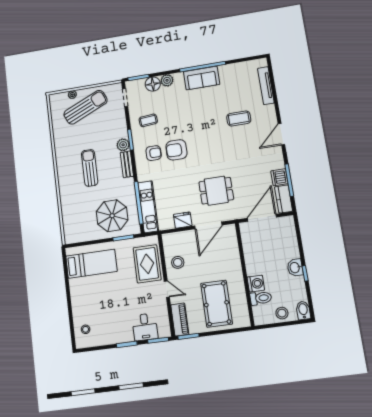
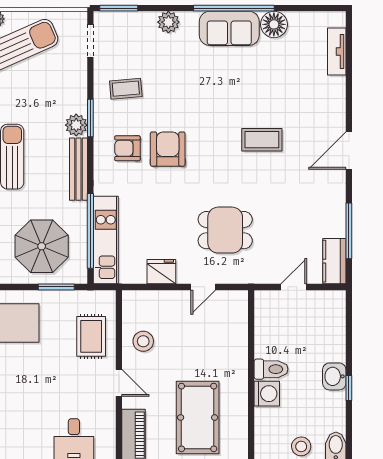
floor lamp: (153, 84) -> (274, 24), moved
tv unit: (266, 86) -> (337, 52), width x0.71
coffee table: (239, 118) -> (262, 140), moved
armchair: (176, 150) -> (168, 149), turned 90
armchair: (154, 153) -> (127, 148), turned 180
bench: (127, 164) -> (78, 169), width x1.36
dishwasher: (279, 177) -> (333, 224), removed
door: (262, 218) -> (294, 287), width x0.53
door: (208, 225) -> (203, 287), width x0.53
rug: (147, 264) -> (91, 336), width x0.73, depth x0.70
toilet: (261, 298) -> (271, 369), moved

